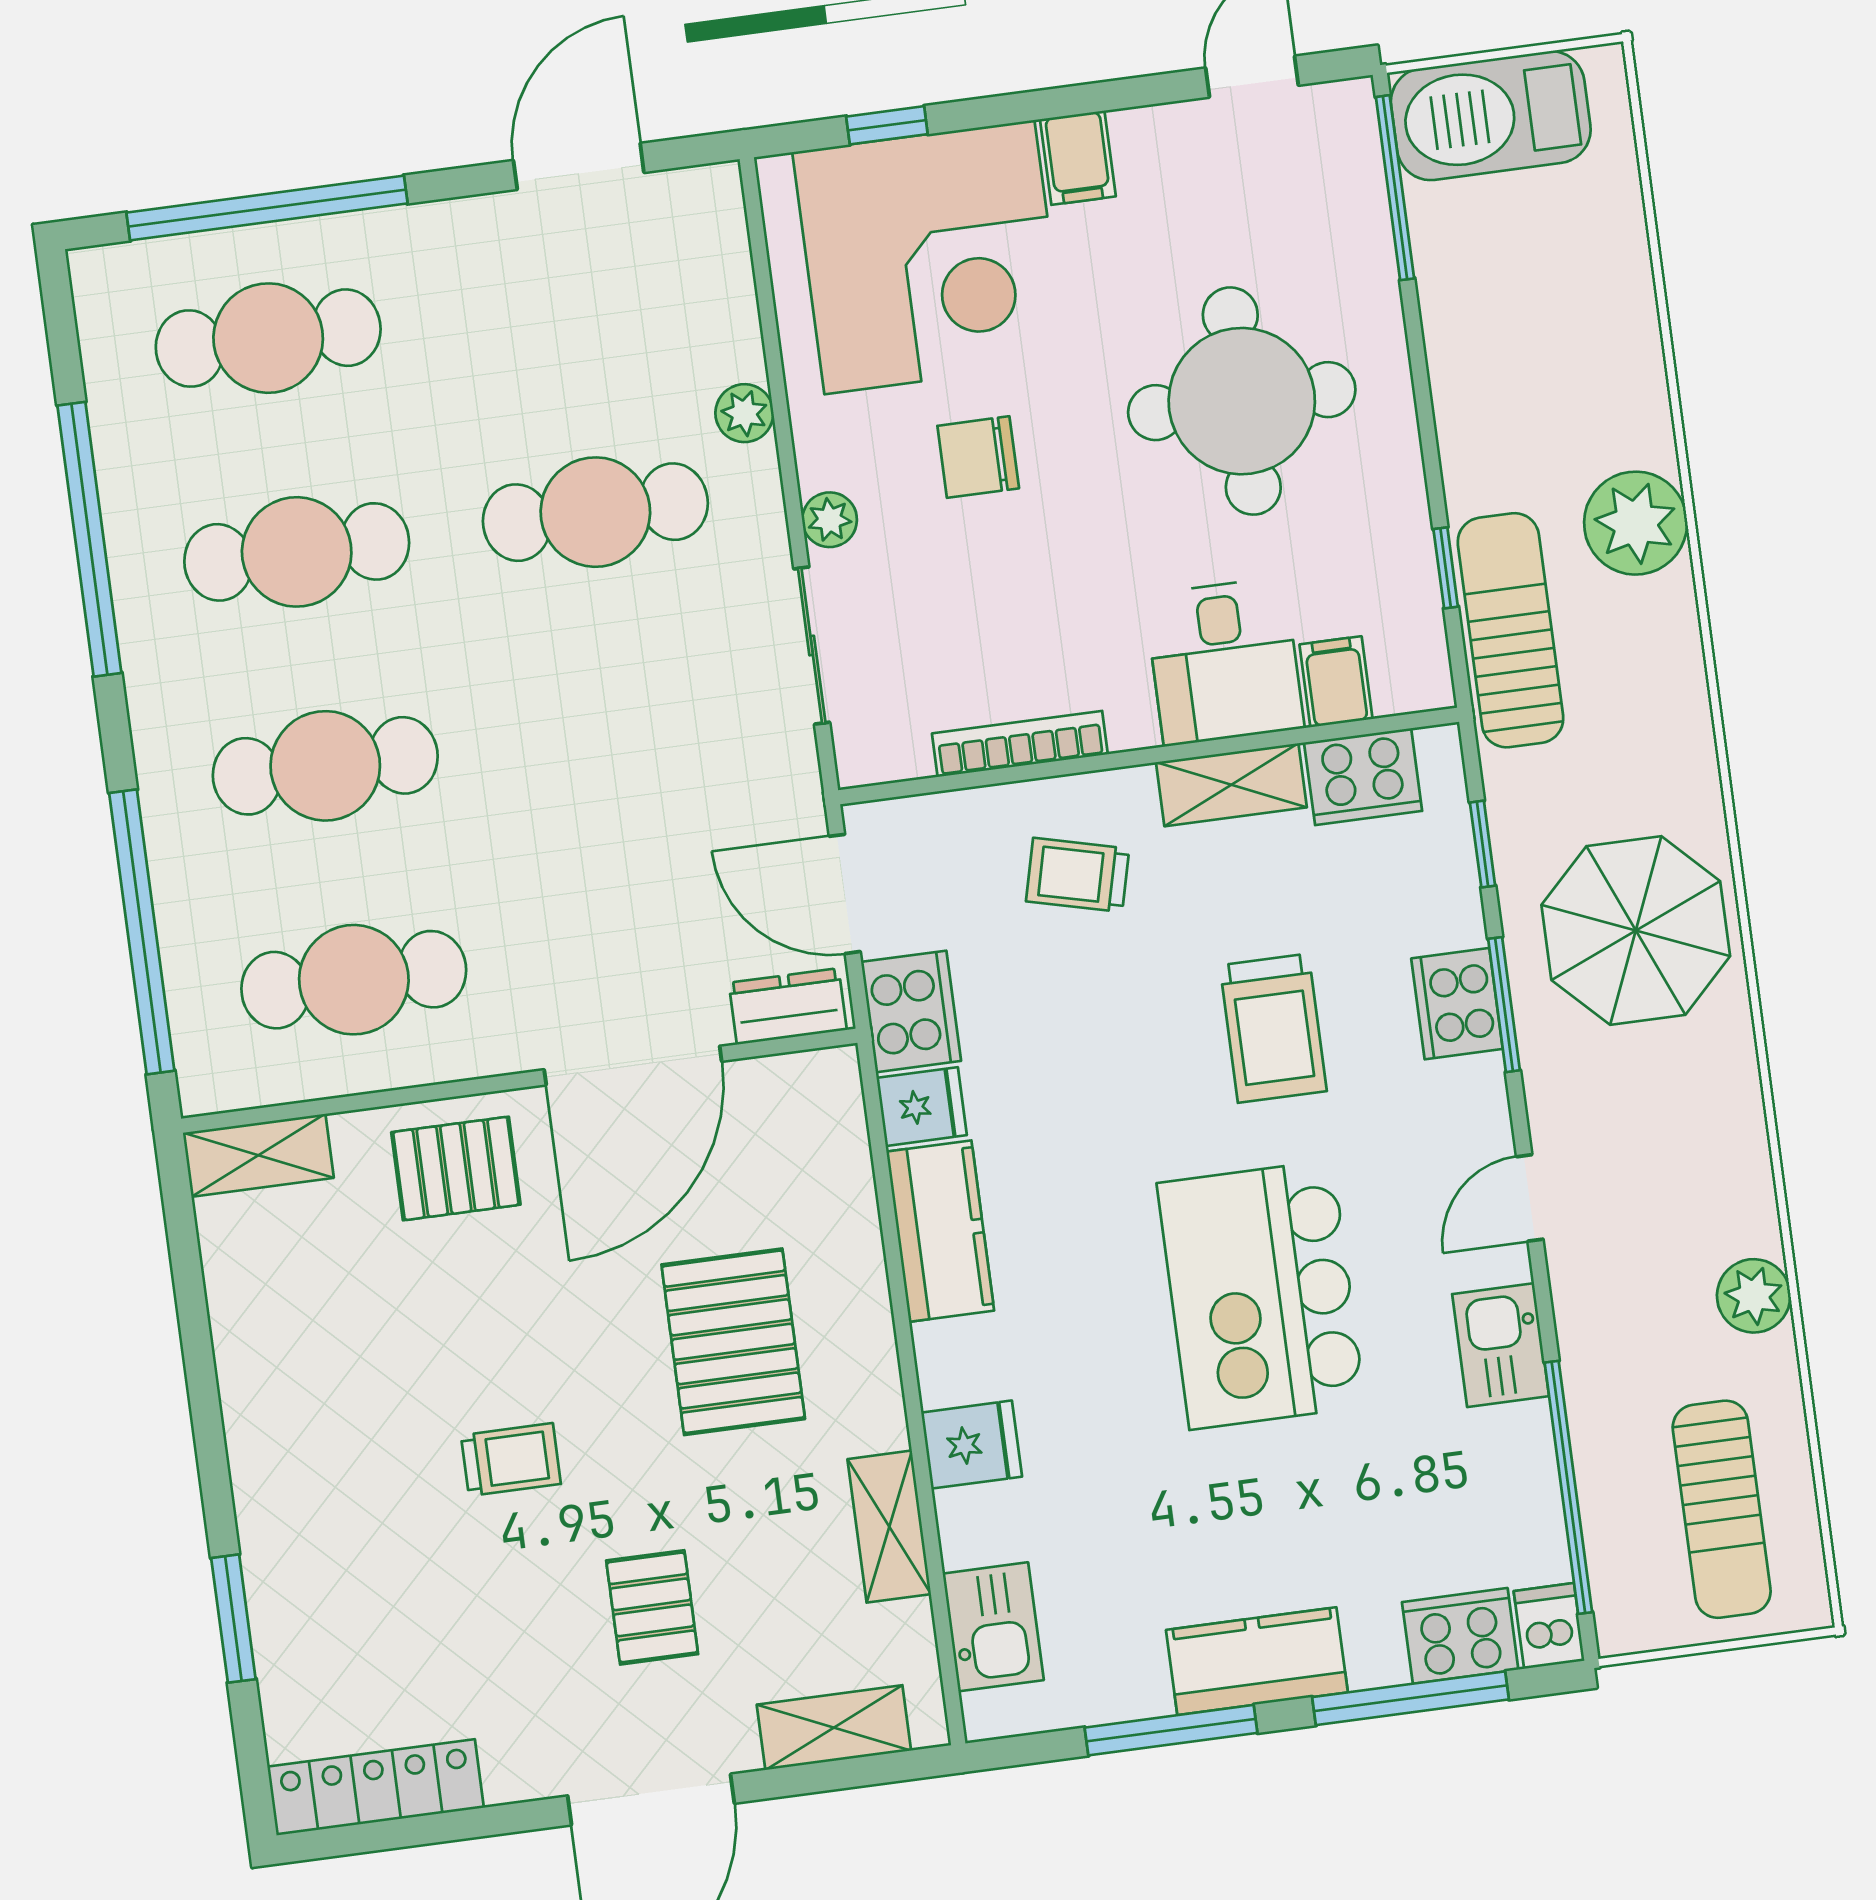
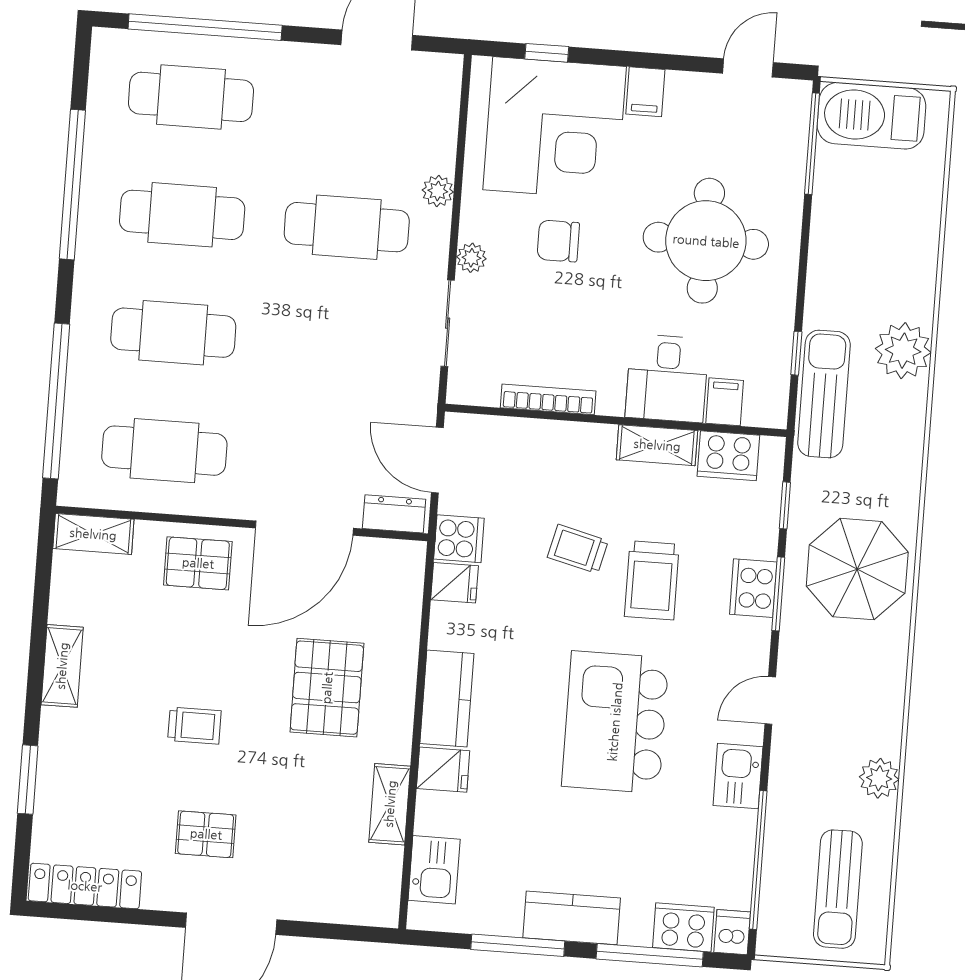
trolley: (1078, 875) -> (578, 549), moved
cooker: (911, 1011) -> (459, 539), width x0.73
kitchen counter: (940, 1231) -> (447, 699), moved
pallet: (652, 1607) -> (206, 834), moved, turned 90
shelving: (834, 1728) -> (62, 666), moved, turned 90

